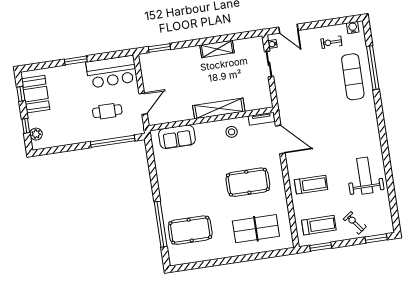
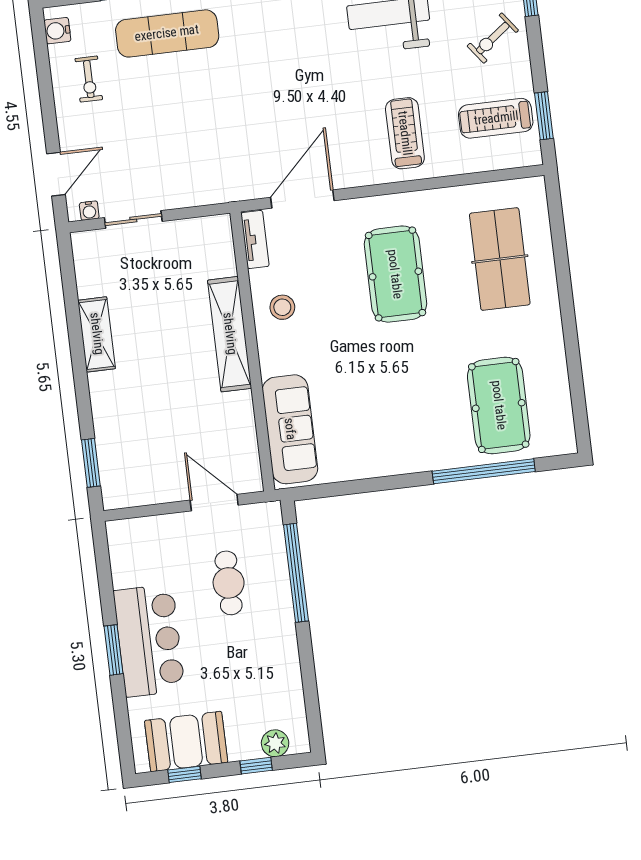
bar counter: (112, 72) -> (149, 641), moved
sofa: (177, 137) -> (290, 429), width x1.36
treadmill: (319, 225) -> (496, 118), turned -90

